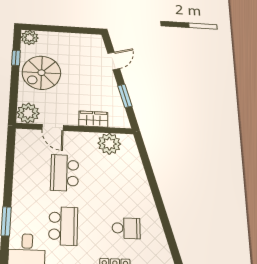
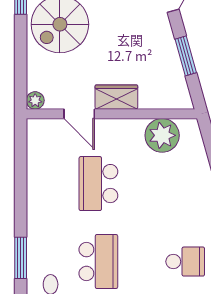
plant: (28, 113) -> (35, 100), width x0.53, depth x0.53
wardrobe: (93, 119) -> (116, 97), moved

